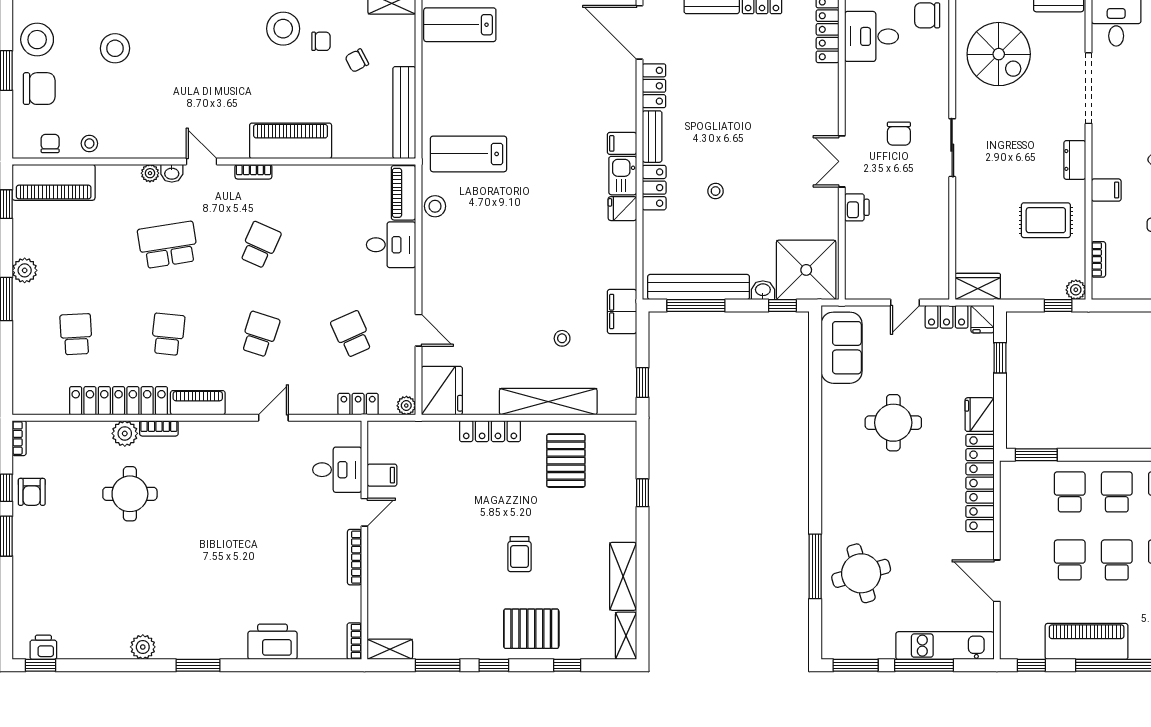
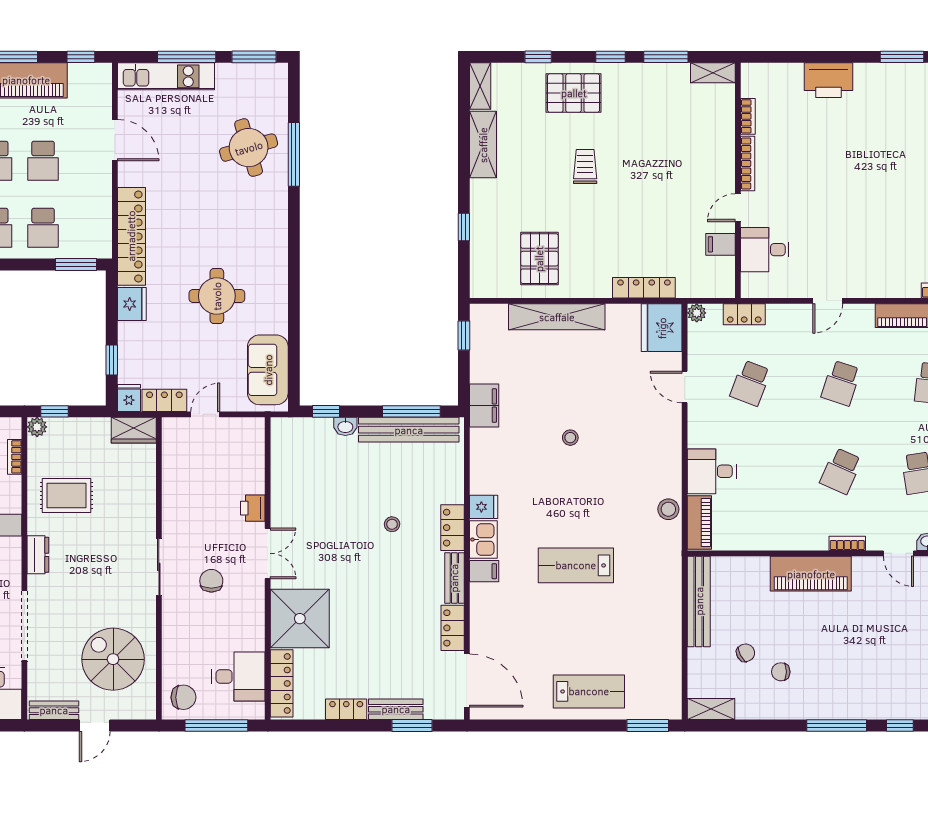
lab bench: (460, 25) -> (589, 691), moved
stool: (283, 29) -> (818, 684), removed
lab bench: (468, 154) -> (576, 565), moved, turned 180
shower: (806, 270) -> (300, 619), moved
school desk: (352, 334) -> (750, 383), turned 45
stool: (562, 338) -> (570, 438), moved
locker: (490, 431) -> (644, 288), moved
bookcase: (354, 641) -> (748, 116), moved

